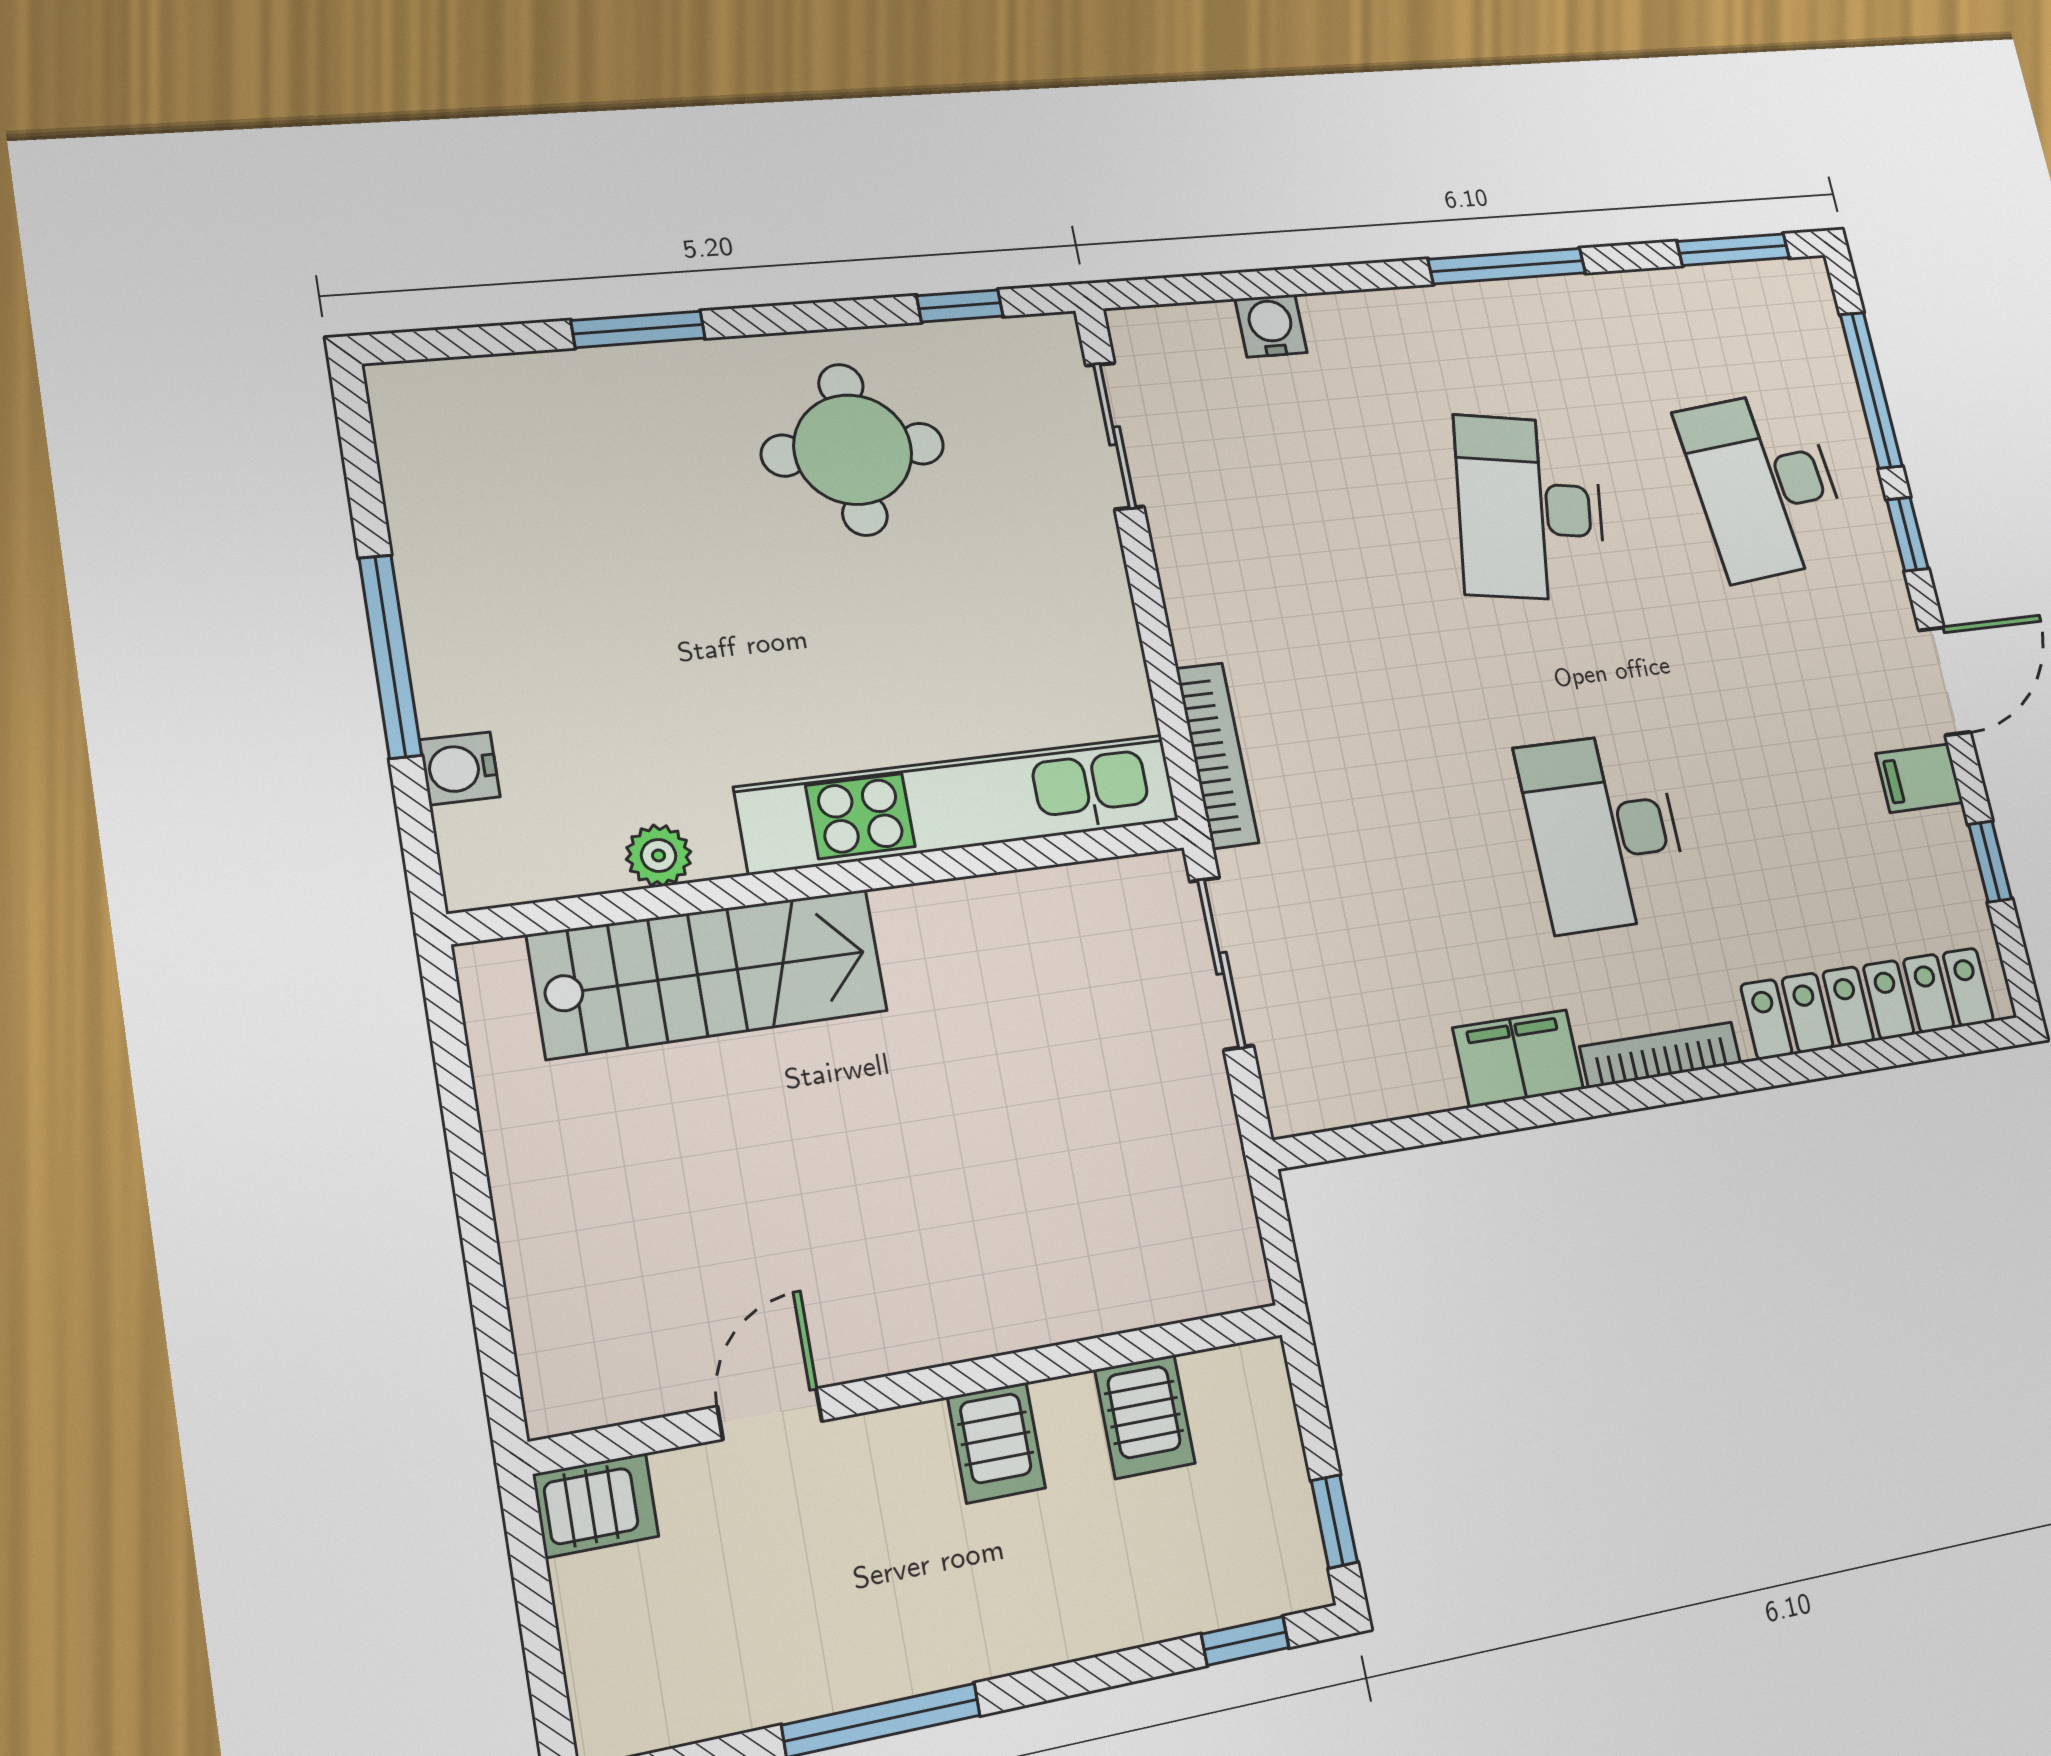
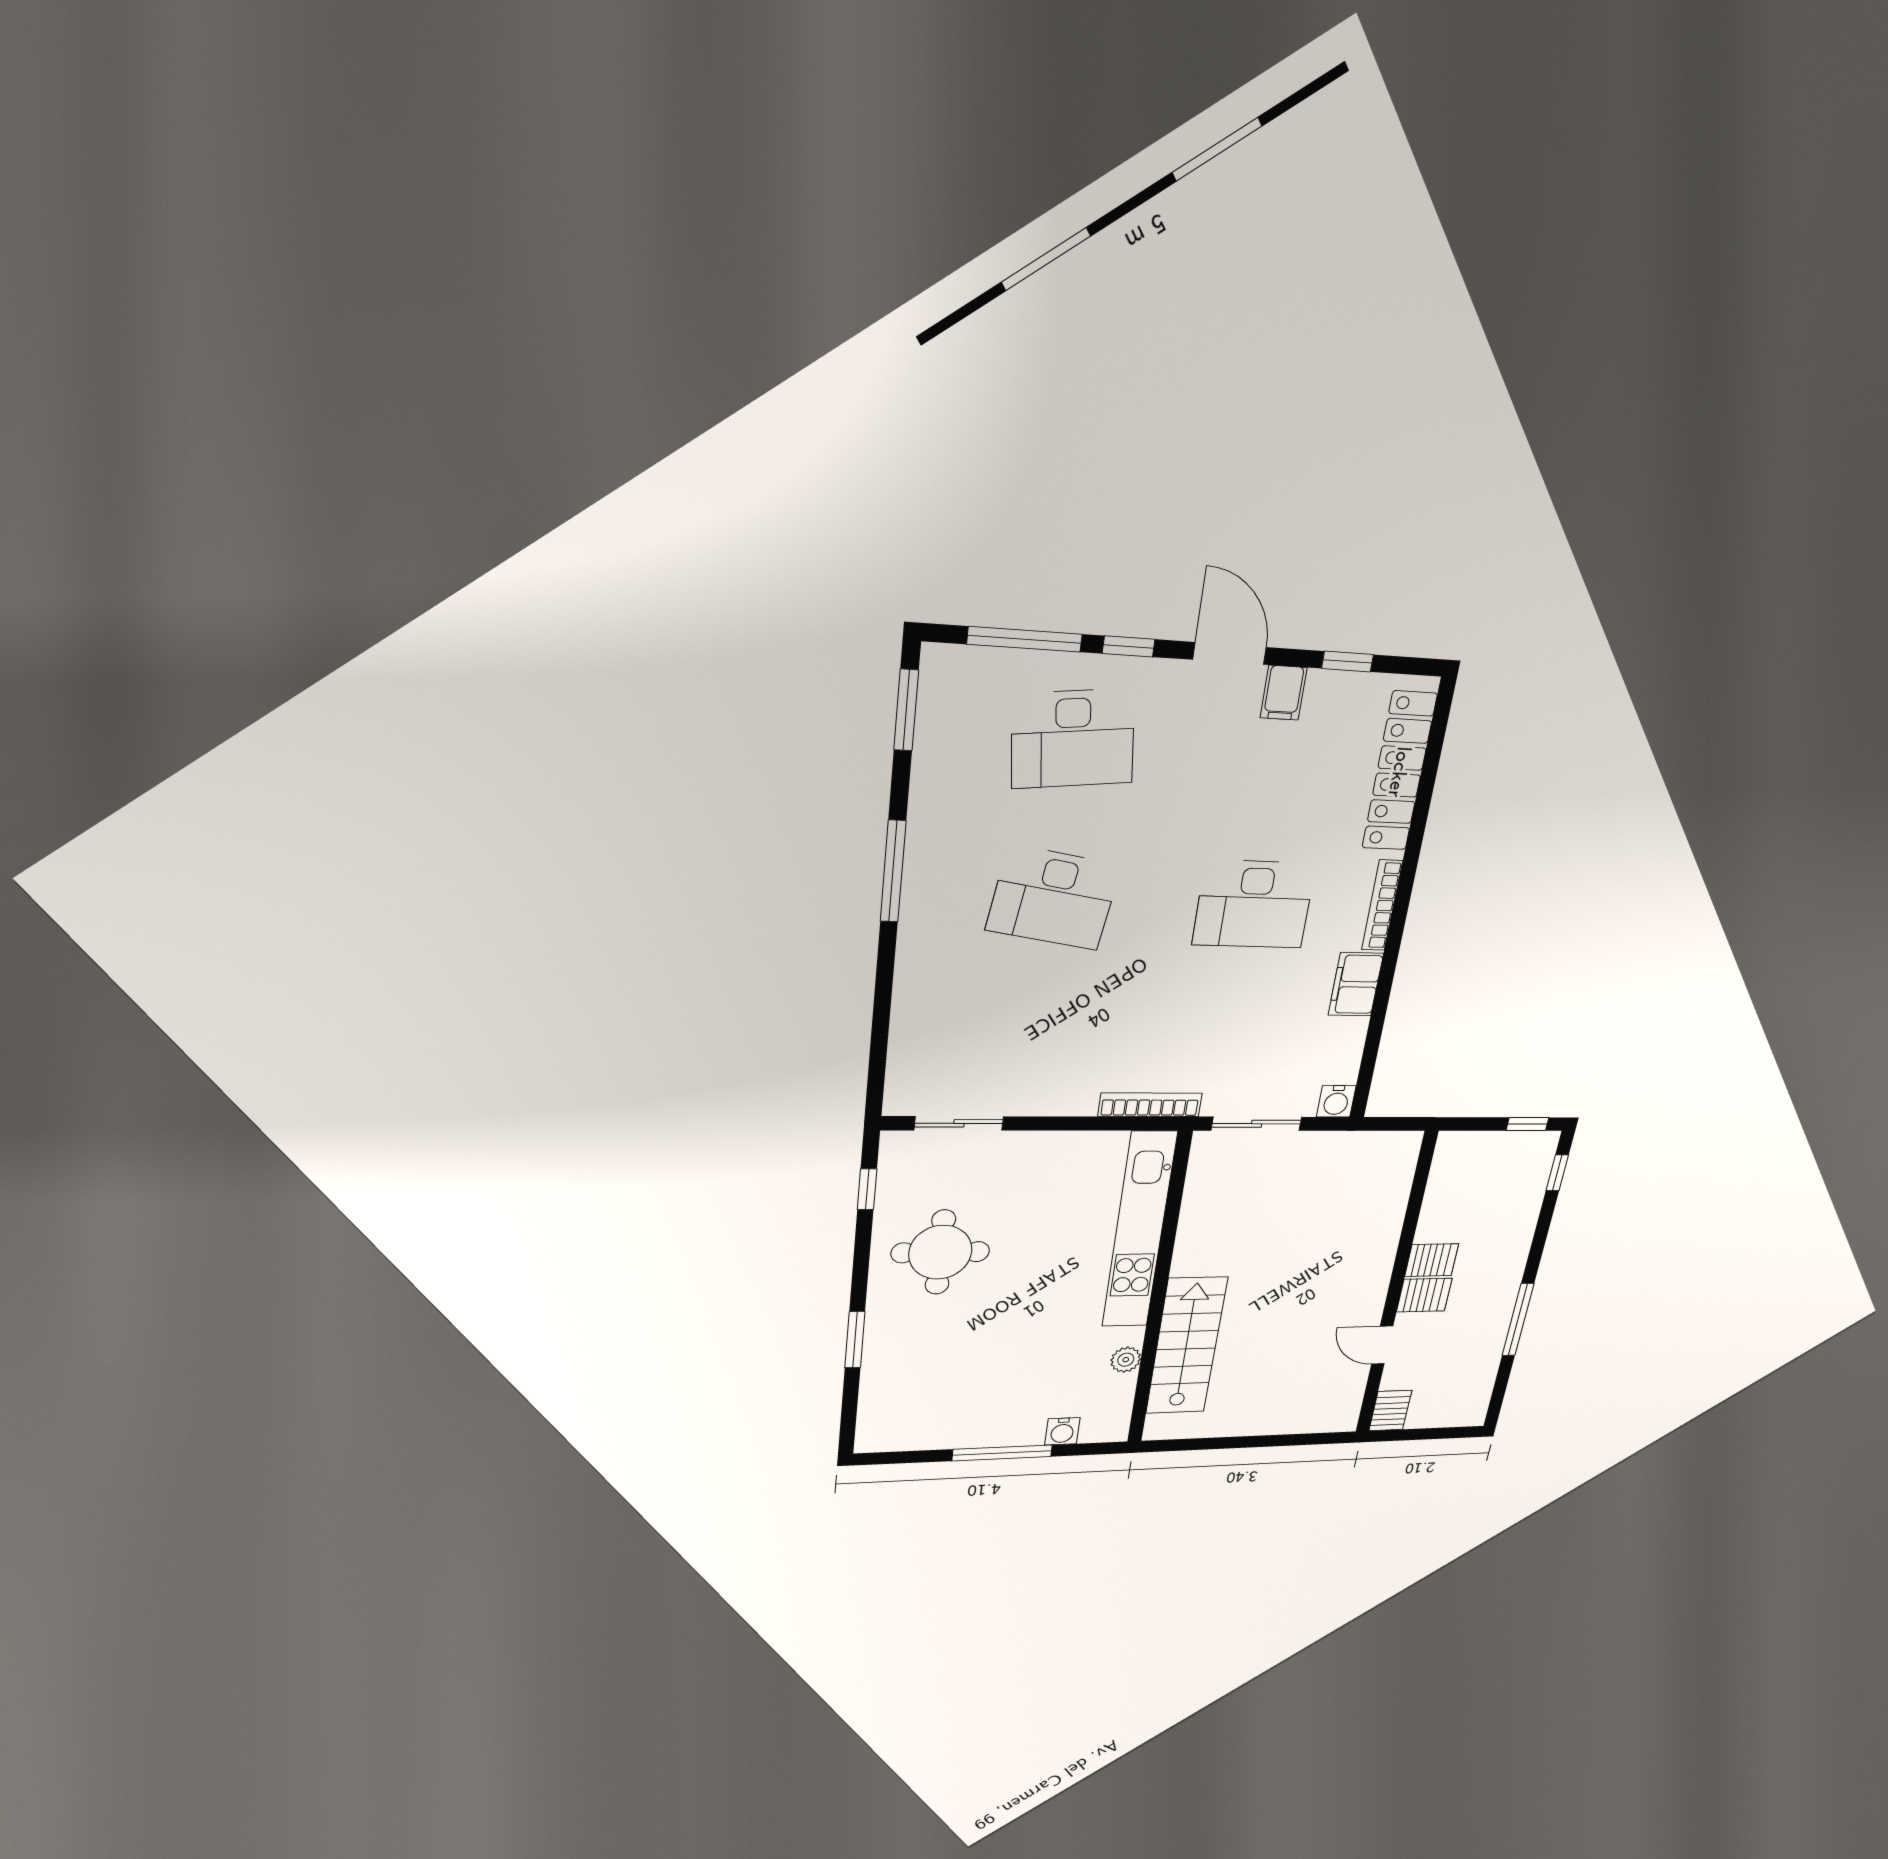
water cooler: (1271, 326) -> (1336, 1101), moved, turned -90
server rack: (1145, 1416) -> (1424, 1295), moved

